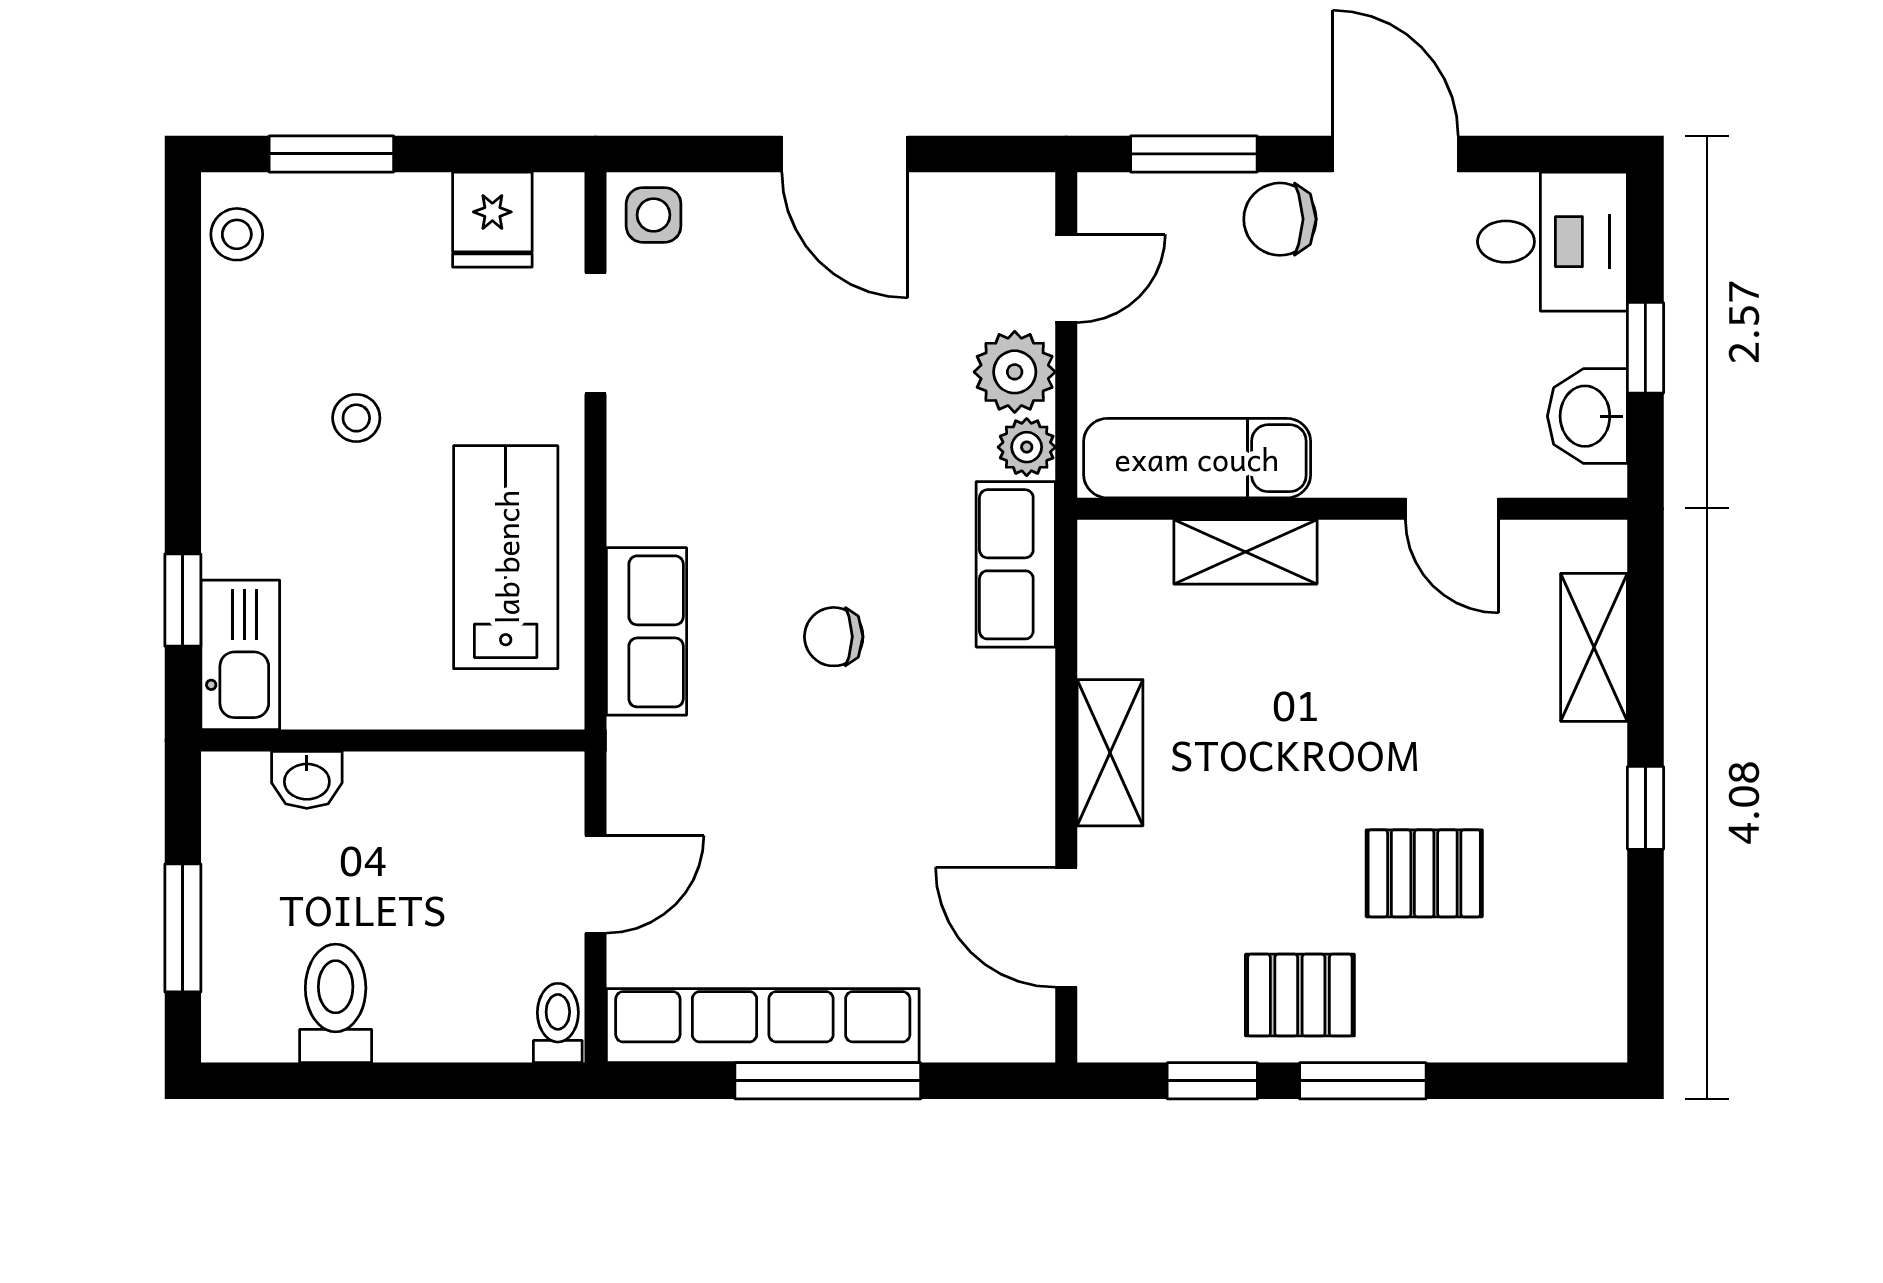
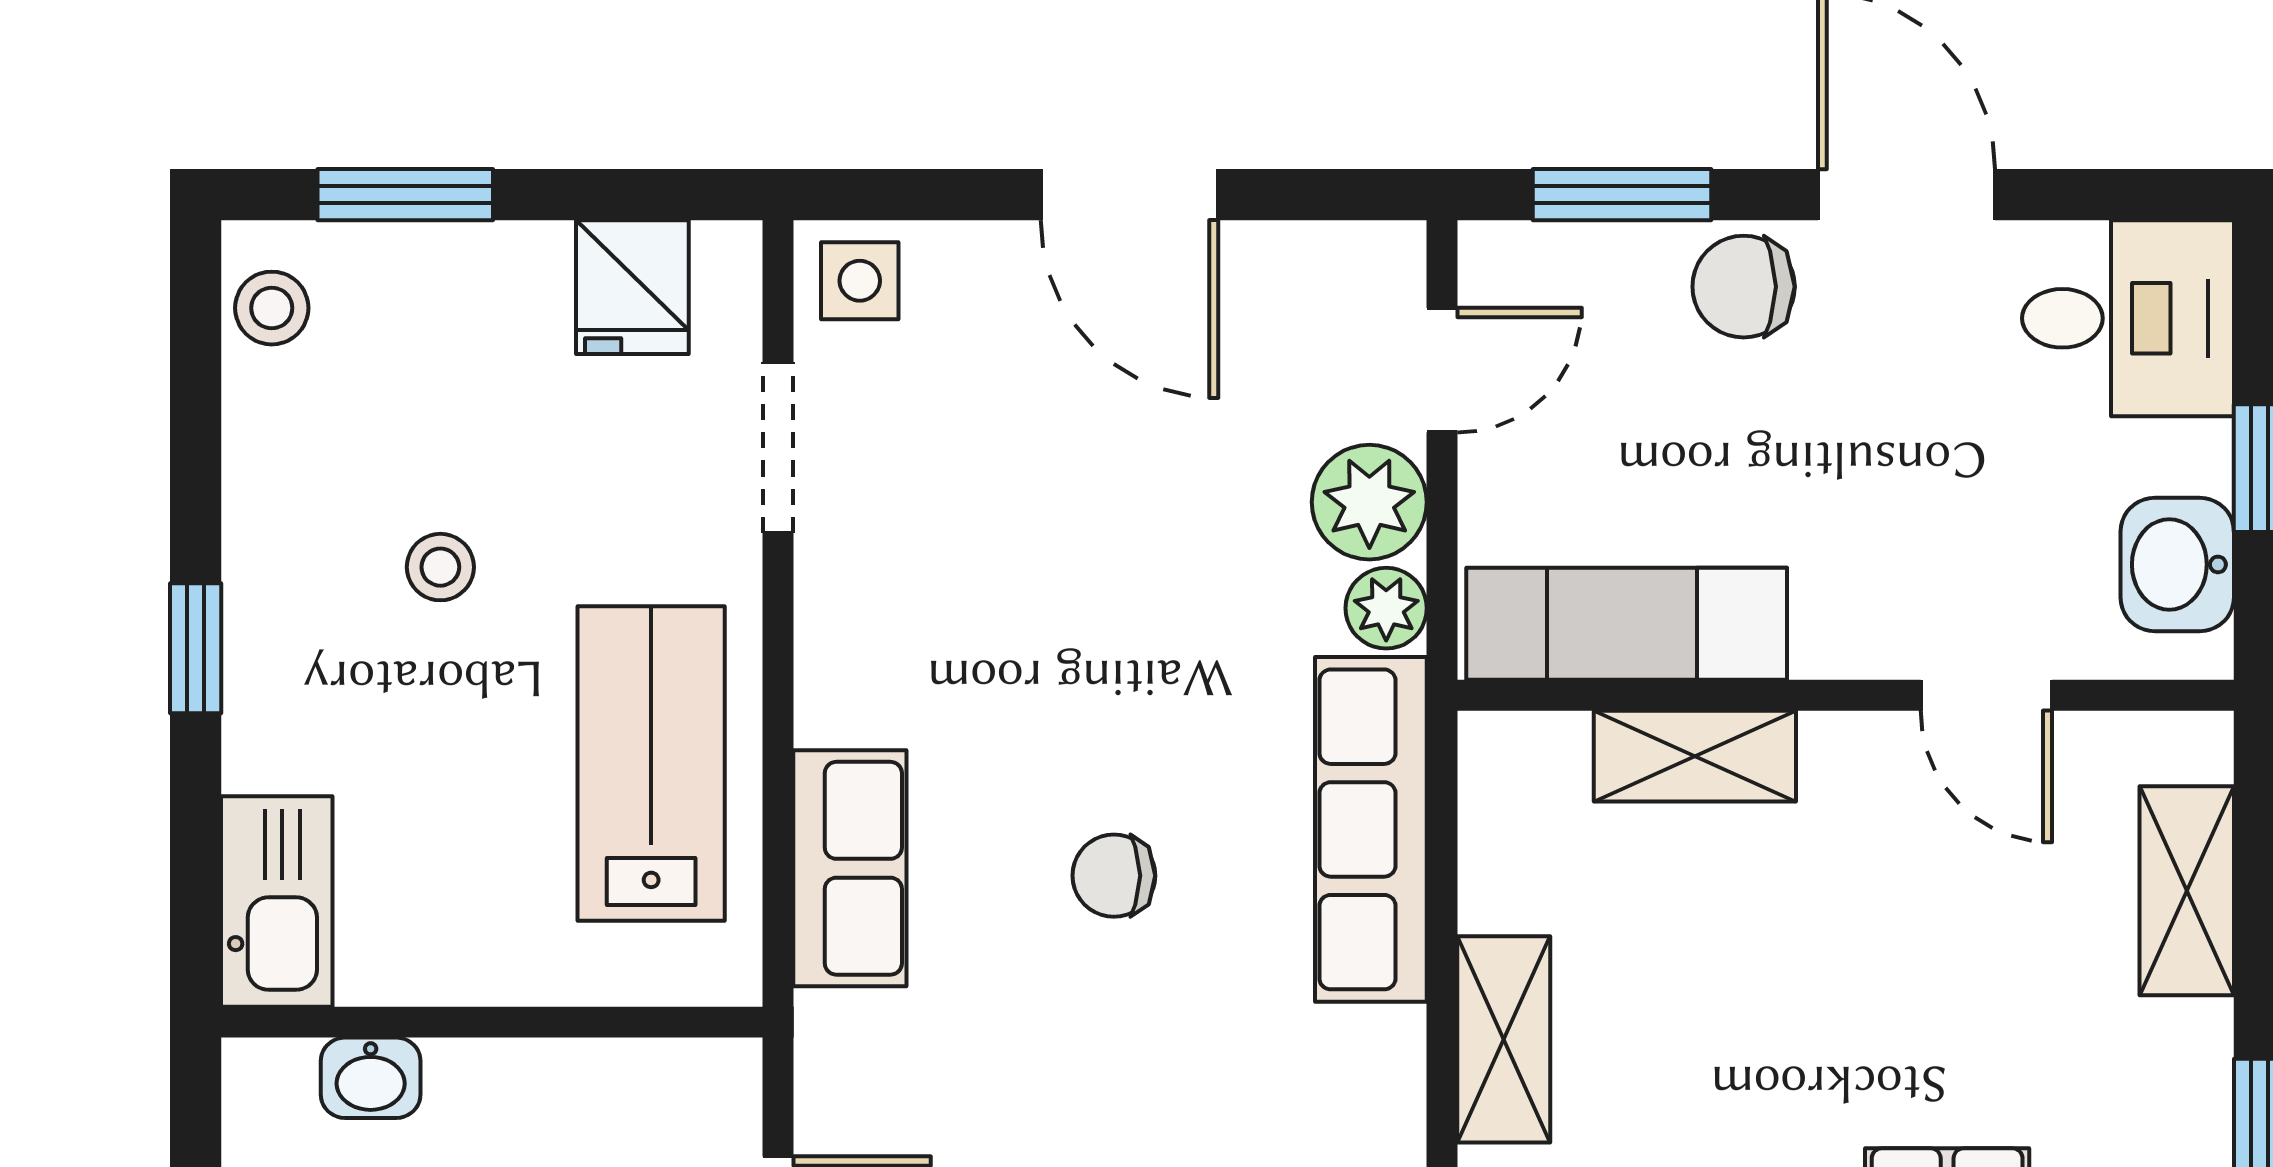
row of seats: (1016, 564) -> (1371, 829), width x1.48
window: (183, 600) -> (196, 648), moved

